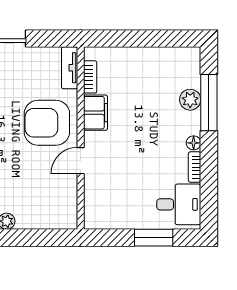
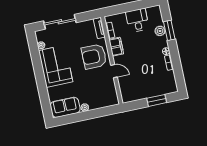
window: (209, 103) -> (169, 30), width x0.69
door: (81, 161) -> (114, 71), swing flipped
desk: (179, 204) -> (137, 20), moved, turned -90

